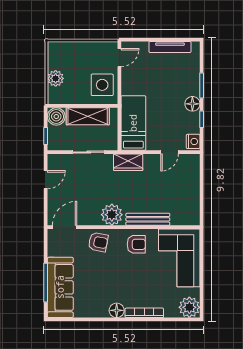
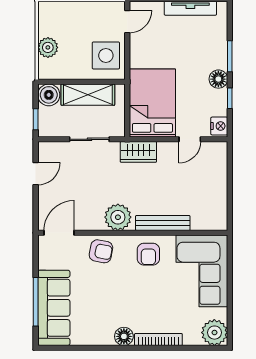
bed: (133, 123) -> (152, 103), width x1.50
armchair: (136, 244) -> (148, 254), turned 90

